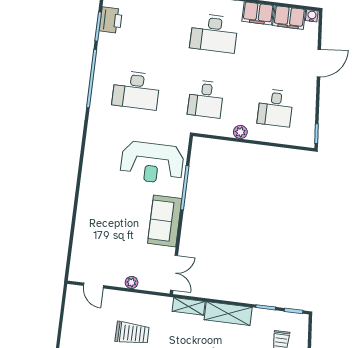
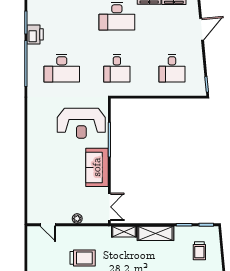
printer: (111, 20) -> (35, 34), moved
plant: (240, 132) -> (147, 91), removed

